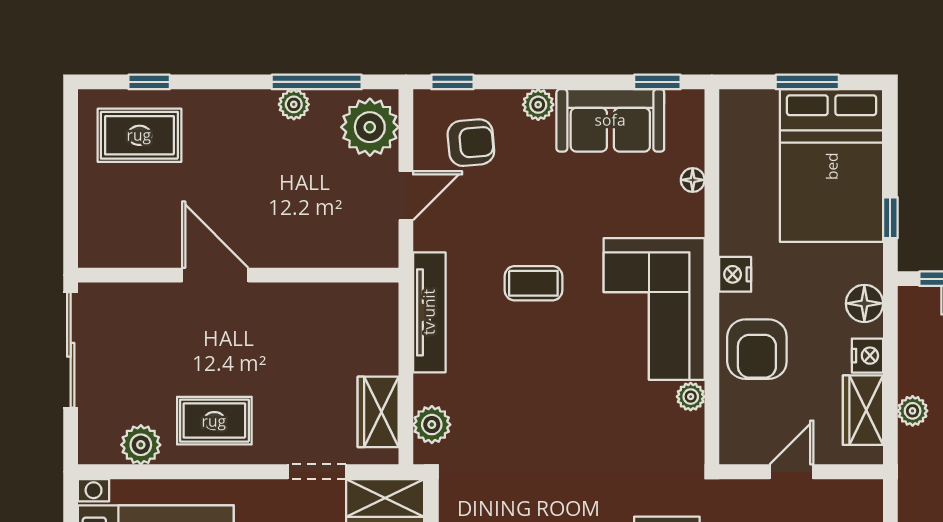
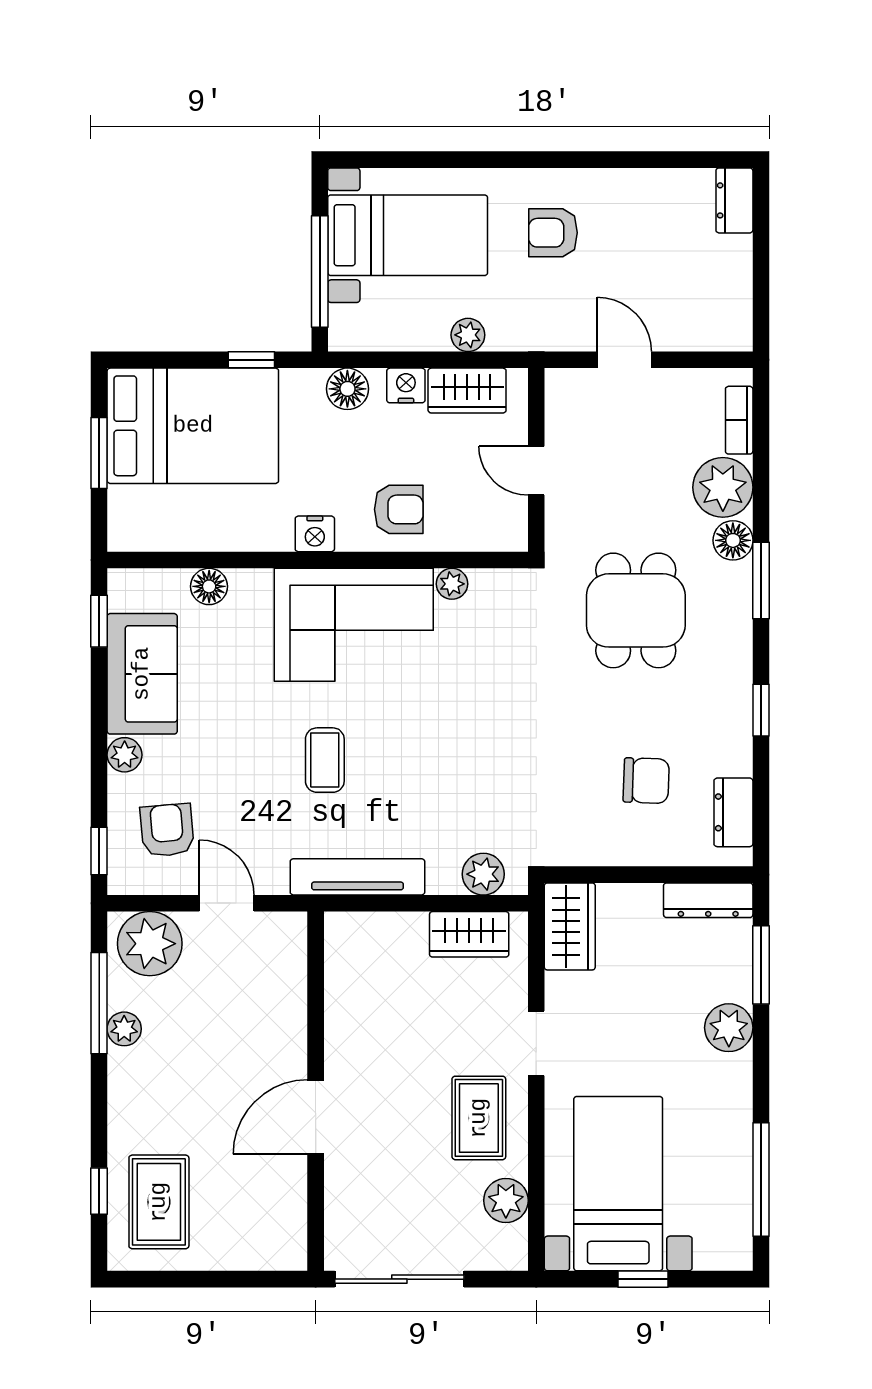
floor lamp: (693, 180) -> (209, 586), width x1.37, depth x1.37
armchair: (757, 349) -> (399, 509), width x0.72, depth x0.72
doorway: (317, 472) -> (536, 1043), moved

